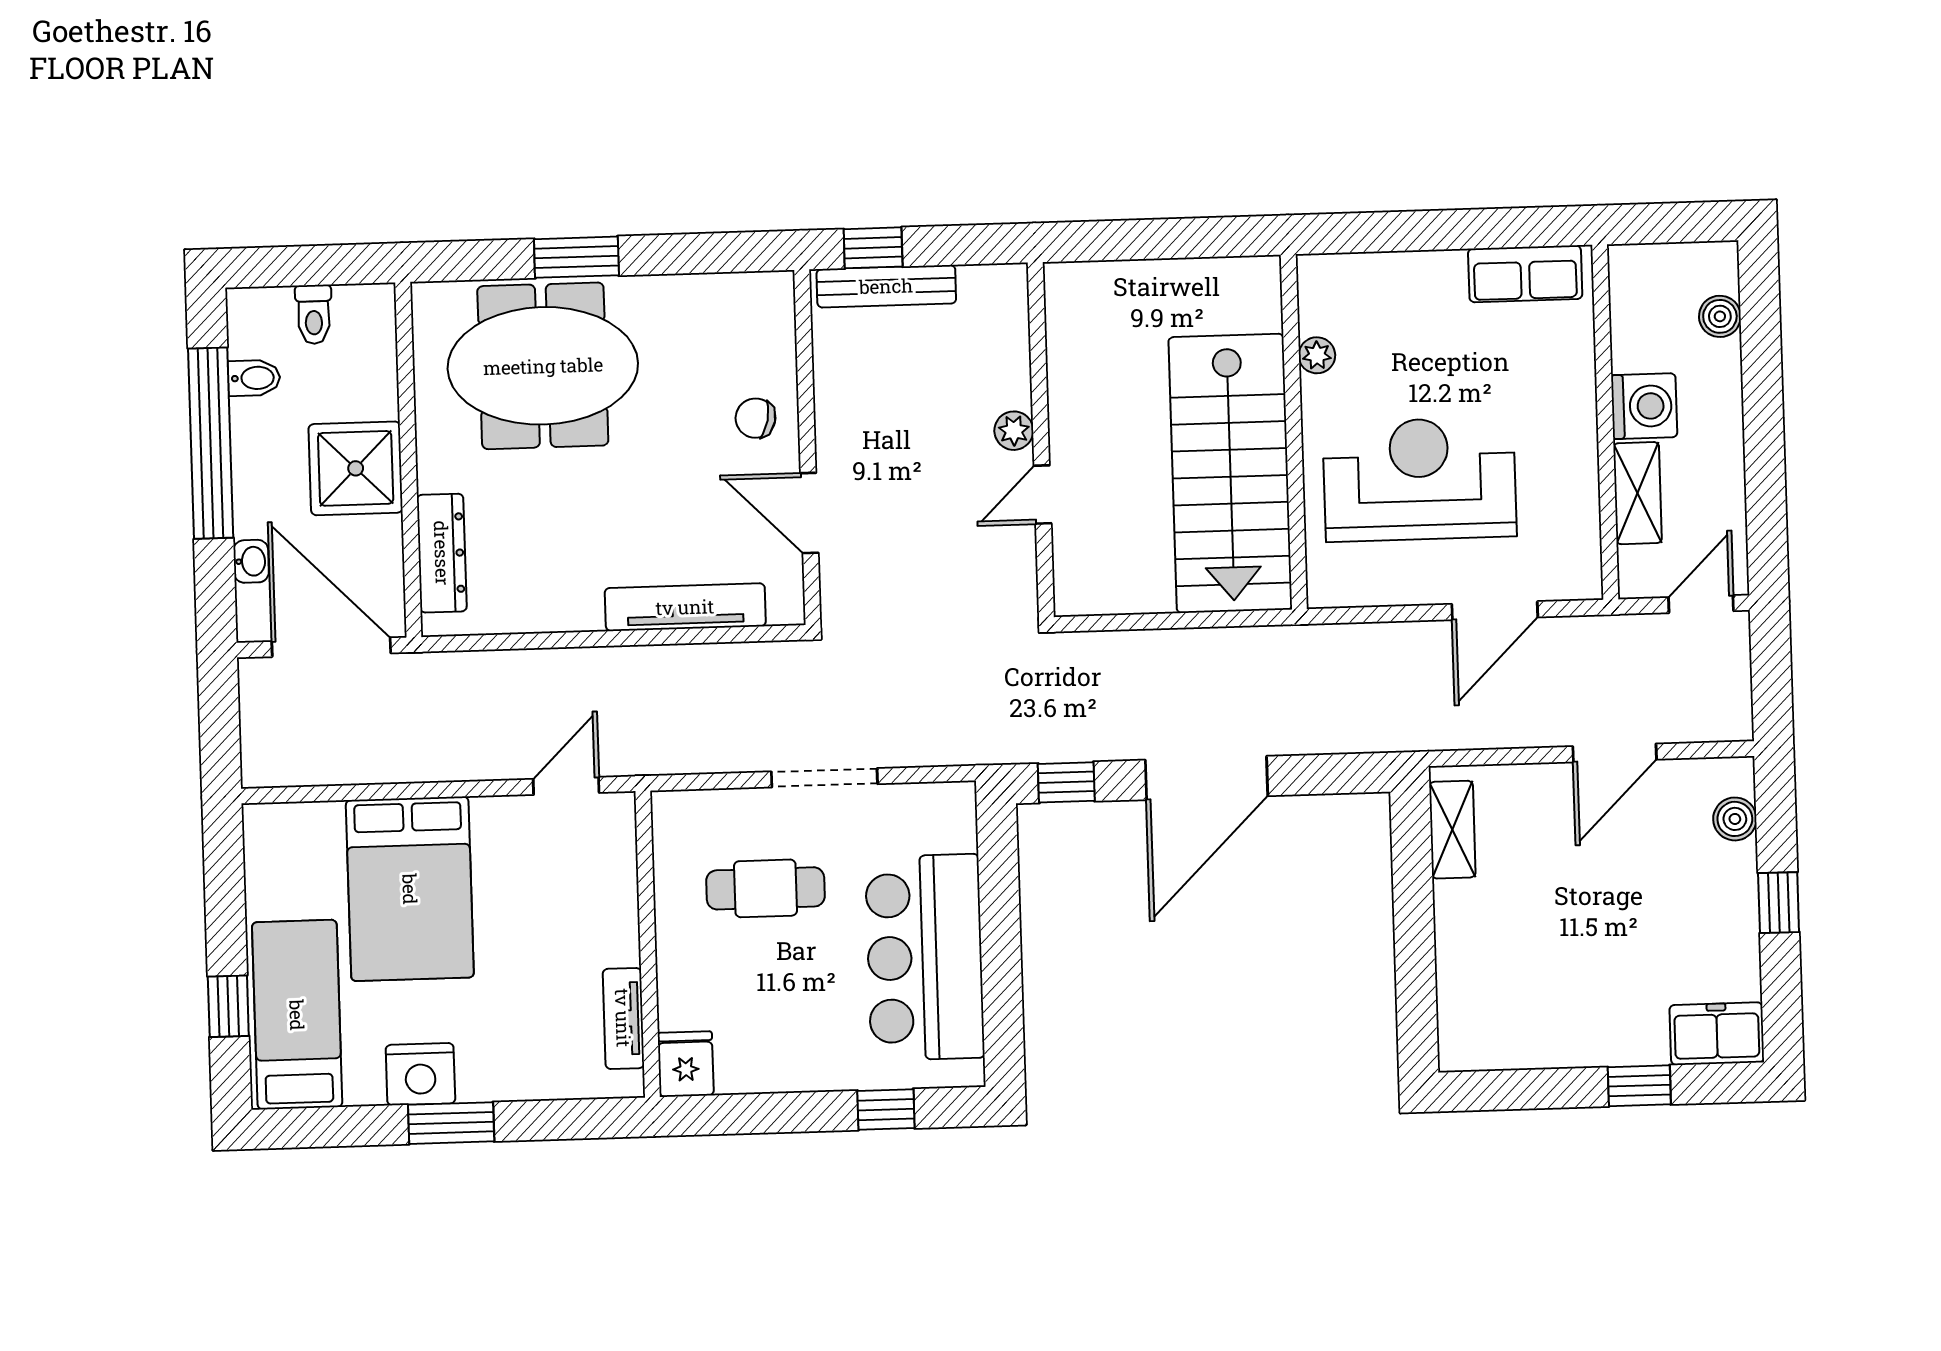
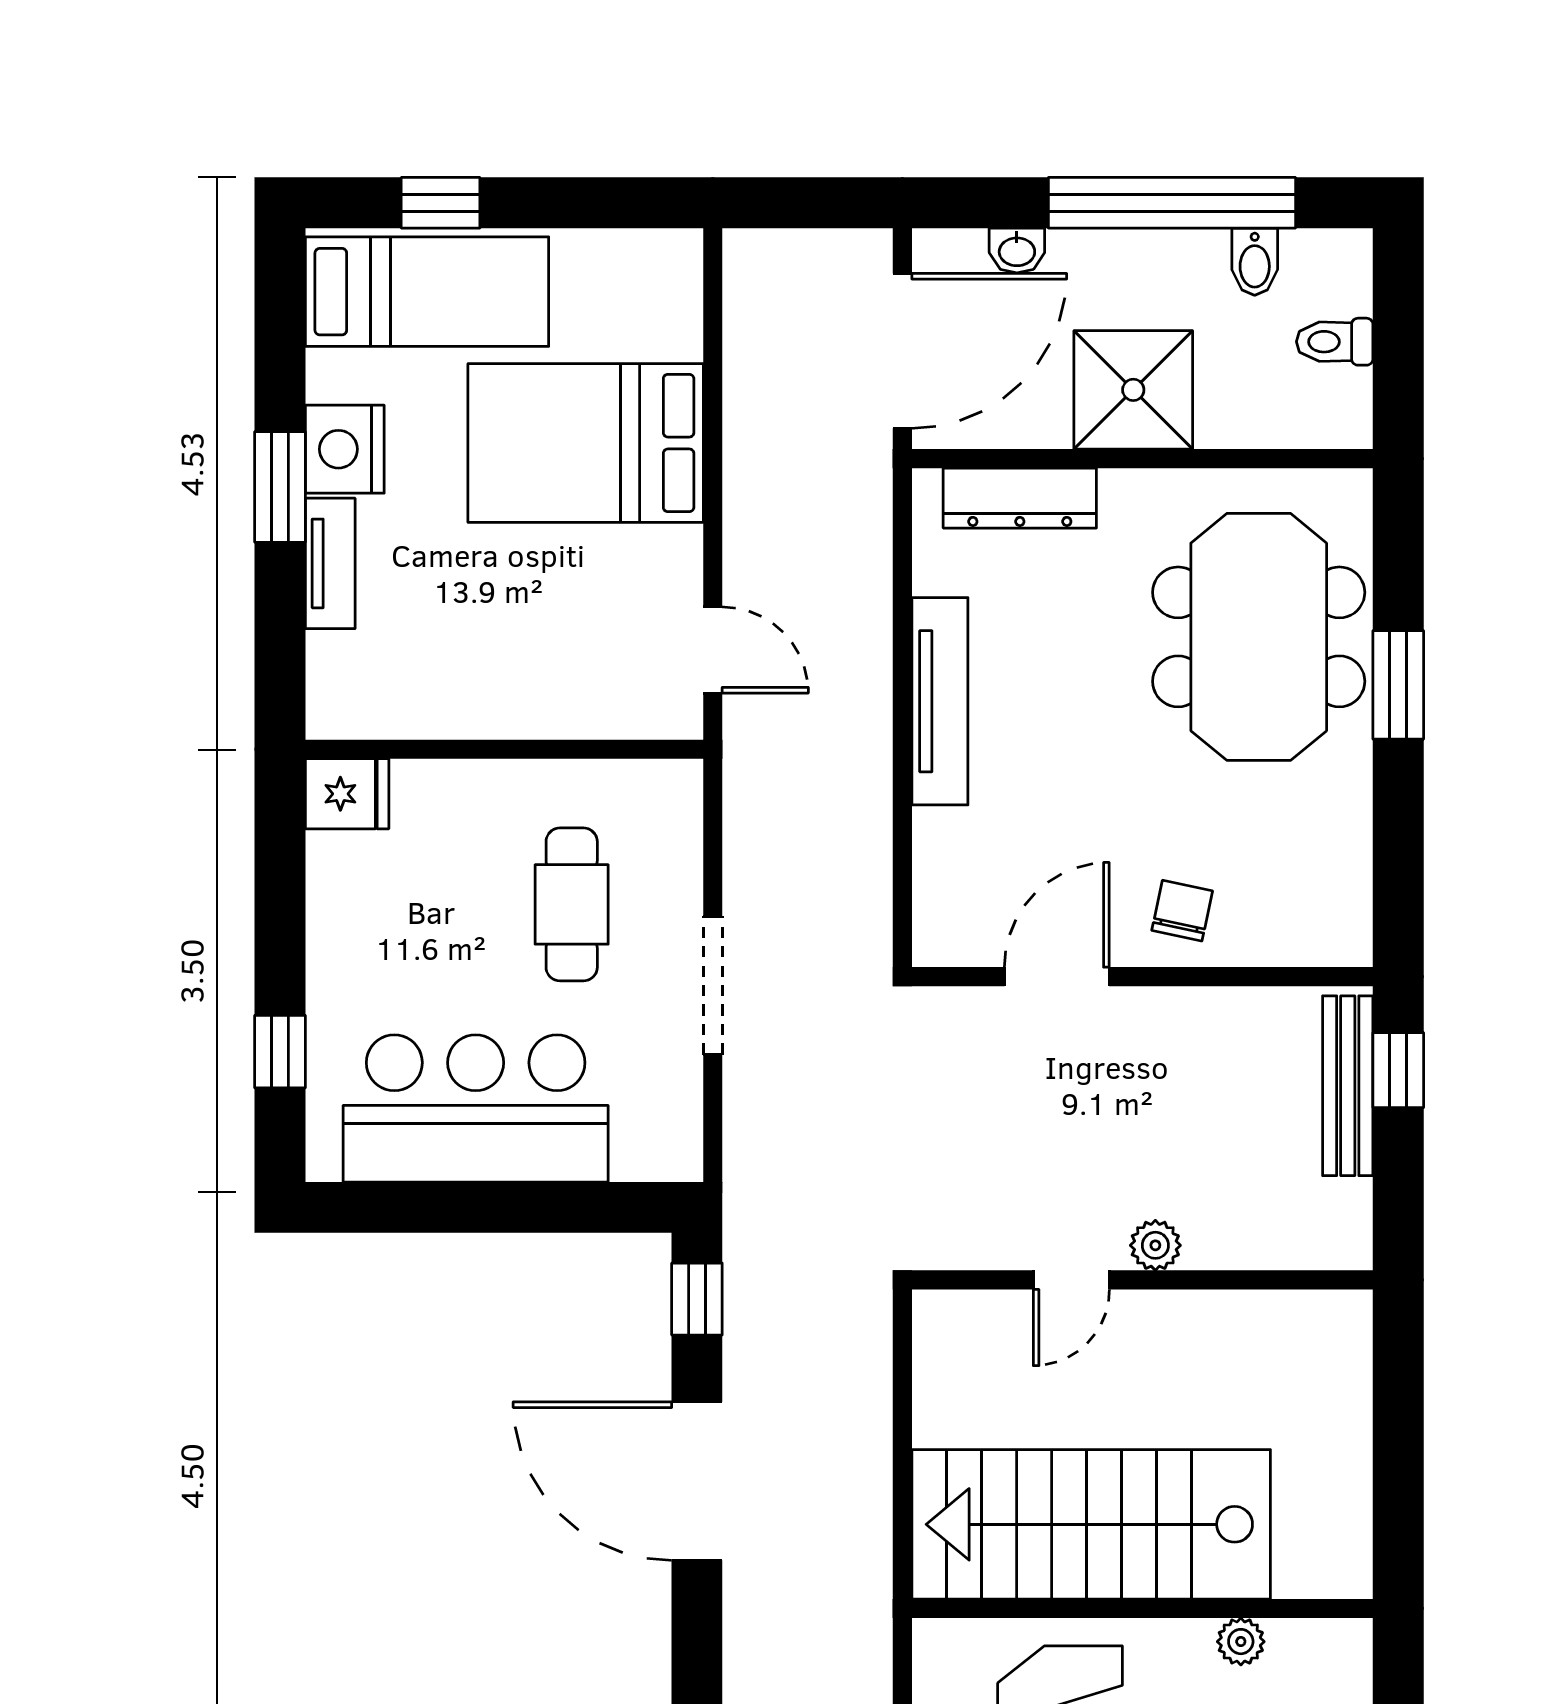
door: (1043, 494) -> (1071, 1280), swing flipped
tv unit: (685, 607) -> (940, 701), moved
tv unit: (623, 1018) -> (330, 563), moved, turned 90

